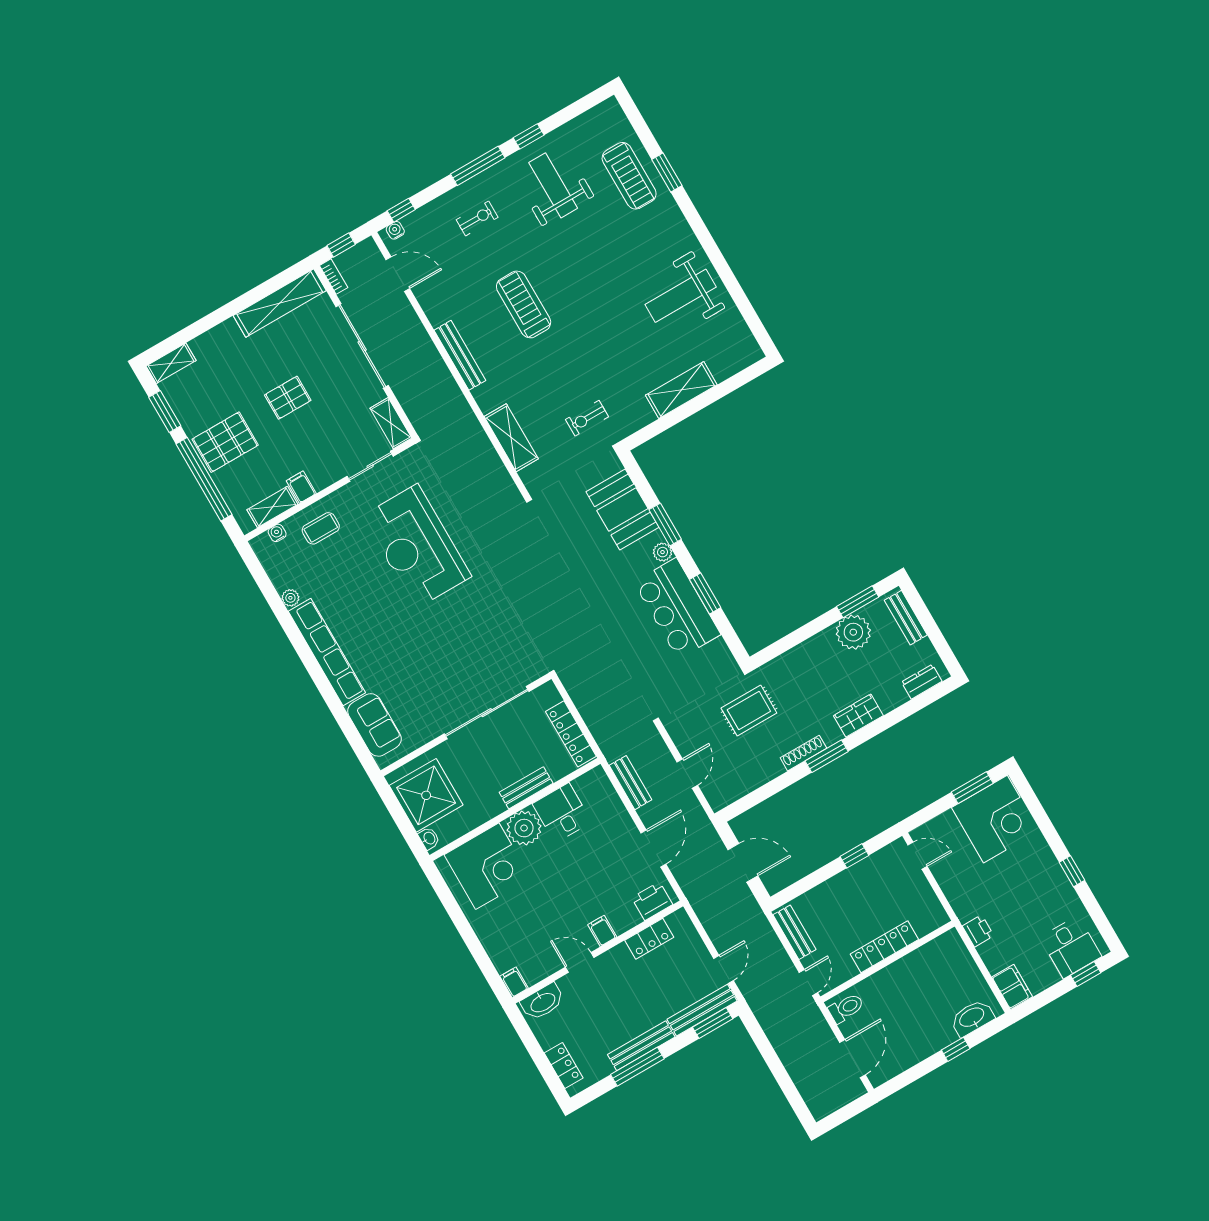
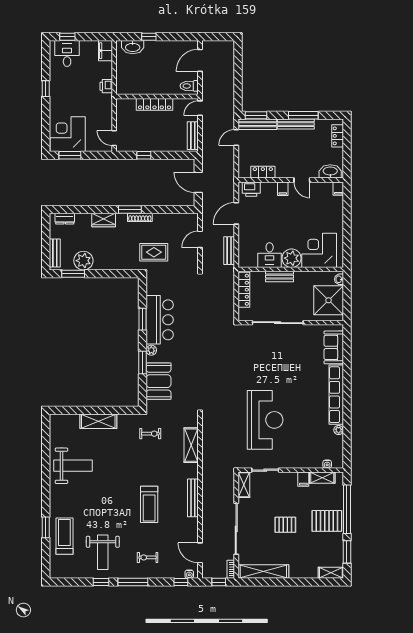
coffee table: (321, 528) -> (305, 454), removed

